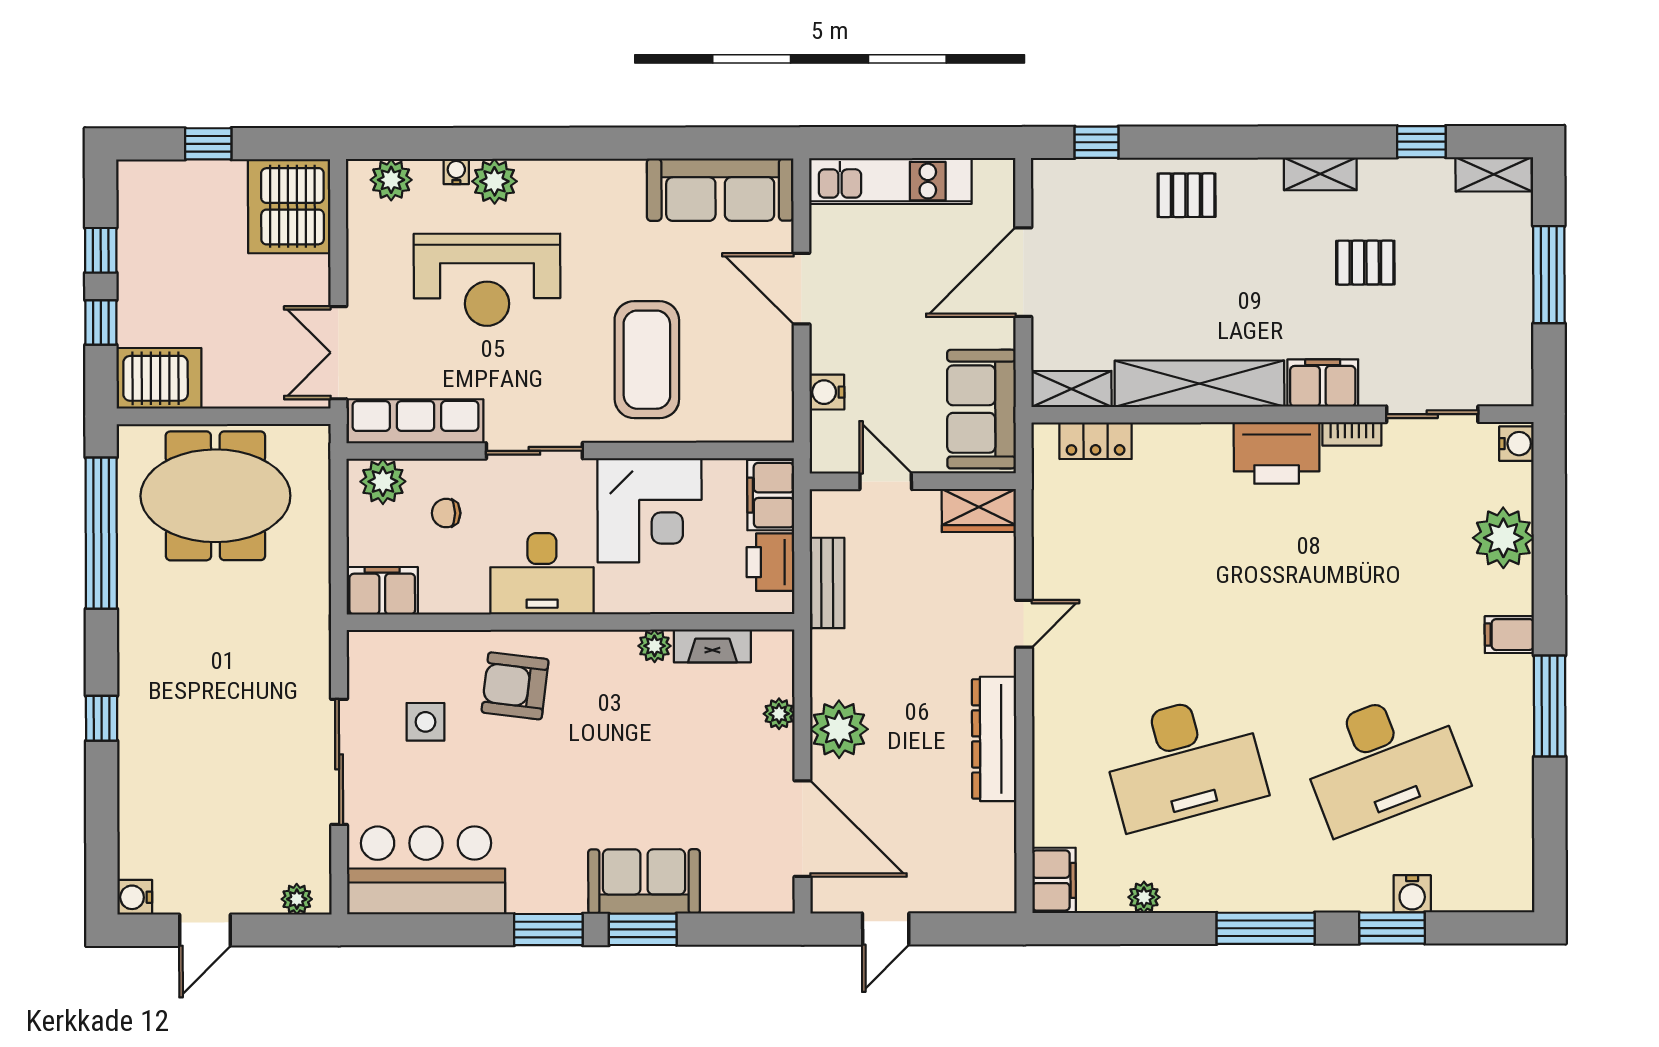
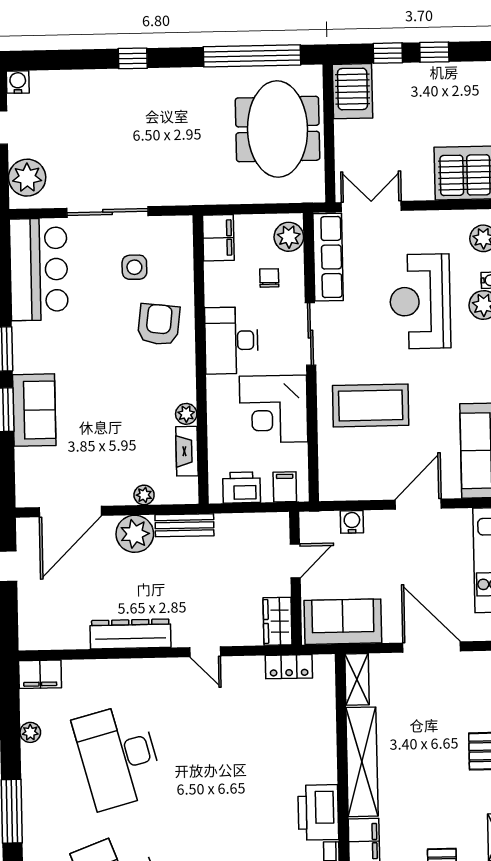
locker: (1096, 441) -> (289, 667), moved, turned -90
filing cabinet: (771, 495) -> (285, 487), width x0.50
bench: (827, 583) -> (184, 525), moved
plant: (297, 899) -> (27, 178), width x1.88, depth x1.88

